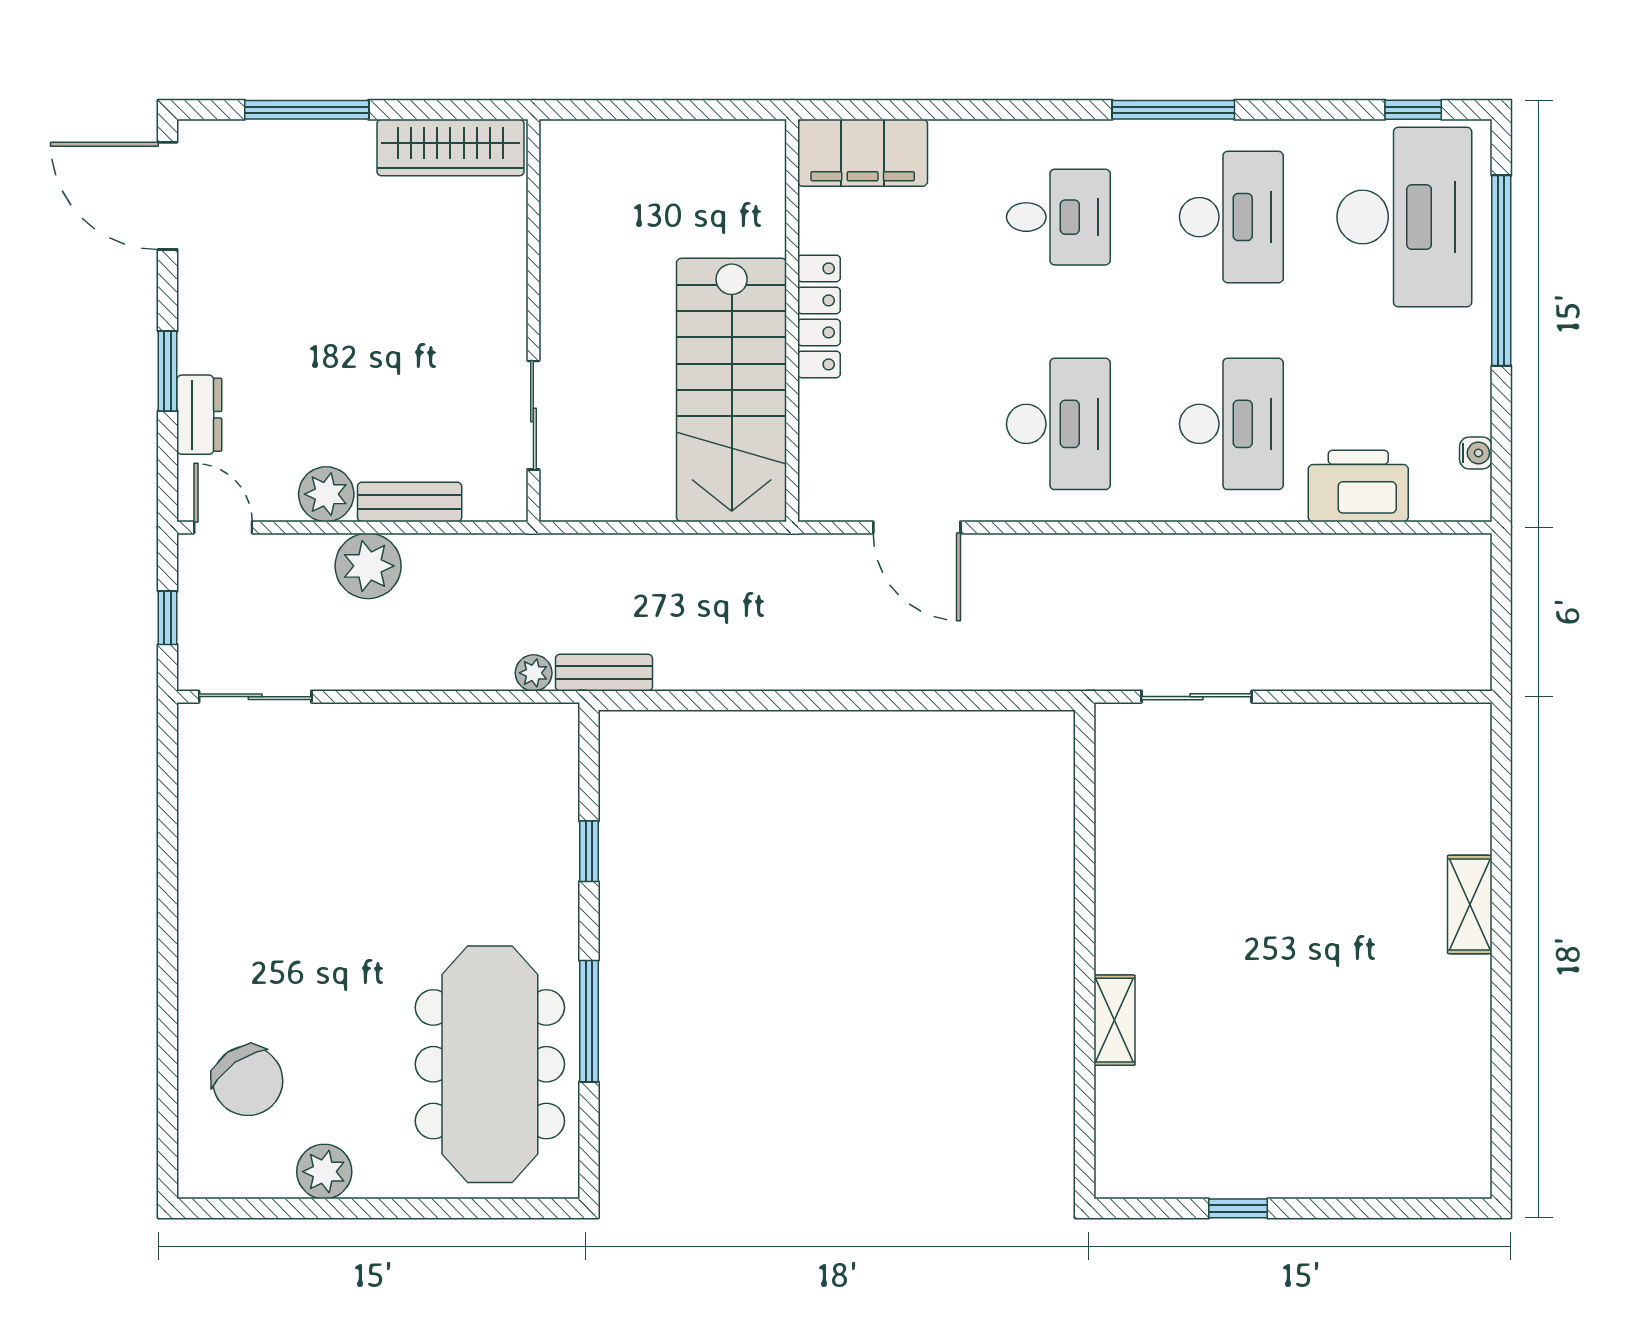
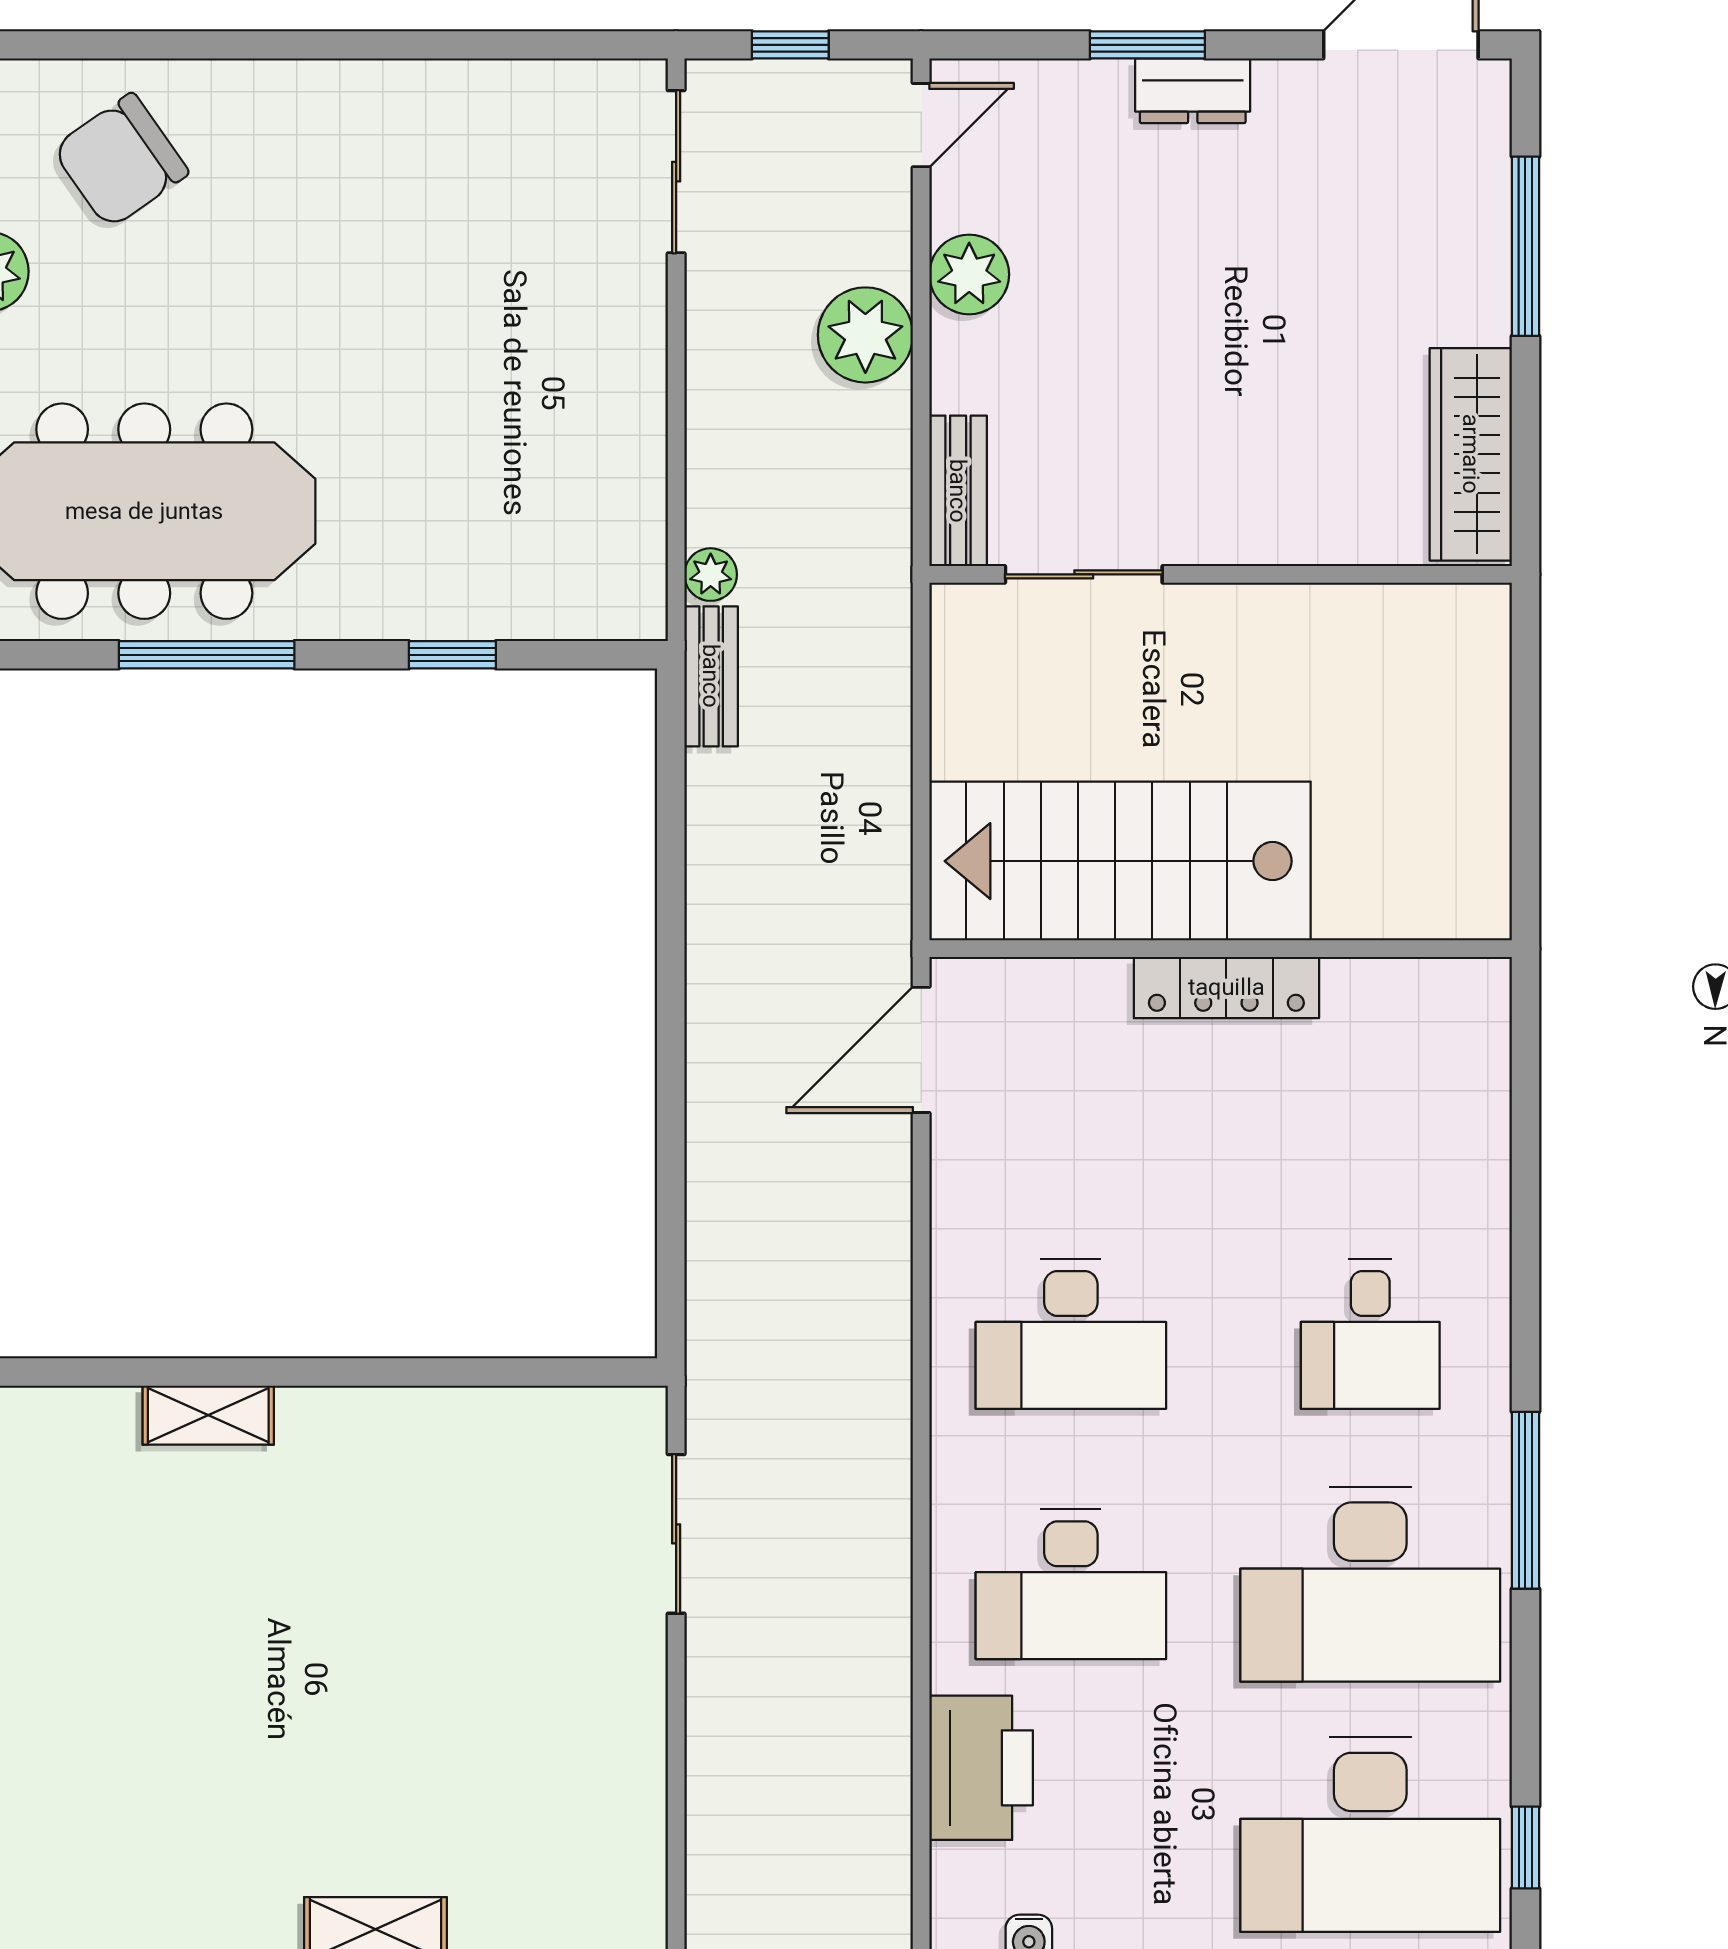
filing cabinet: (863, 153) -> (1463, 1051), removed
desk: (1231, 217) -> (1370, 1584), width x1.36, depth x1.30
dresser: (199, 415) -> (1193, 91), moved
bench: (410, 502) -> (958, 491), moved
door: (917, 527) -> (921, 1050), moved

